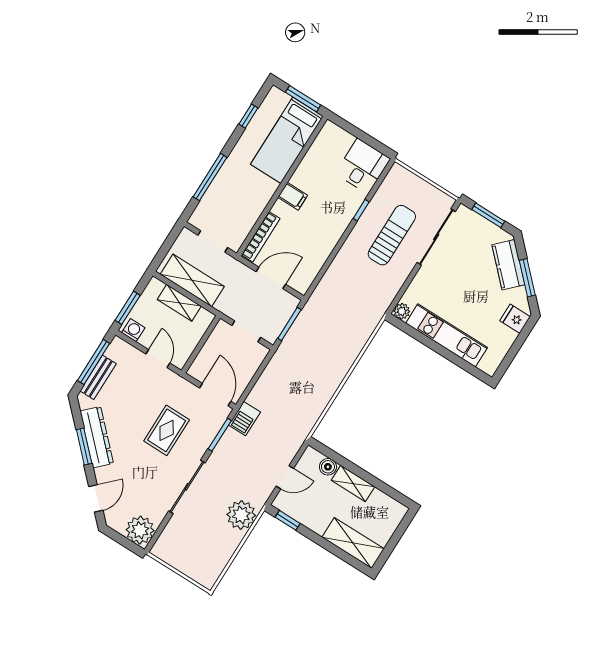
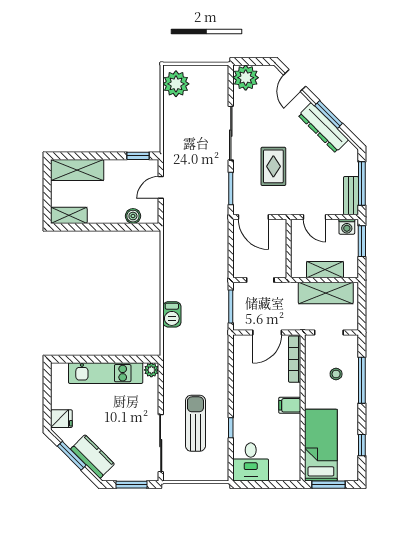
stool: (231, 198) -> (336, 374), added
sun lounger: (392, 235) -> (195, 423), turned 180
bench: (98, 377) -> (351, 196), moved
barbecue: (245, 419) -> (172, 314), moved, turned 180
shelving: (353, 483) -> (69, 215), moved
plant: (241, 515) -> (176, 84), moved

